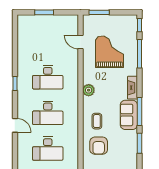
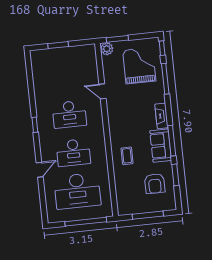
door: (80, 42) -> (102, 91), moved
grand piano: (109, 52) -> (139, 66), moved
plant: (89, 90) -> (107, 49), moved
door: (15, 125) -> (40, 170), hinge flipped
armchair: (99, 146) -> (155, 184), moved
desk: (48, 149) -> (77, 191), width x1.36, depth x1.30

